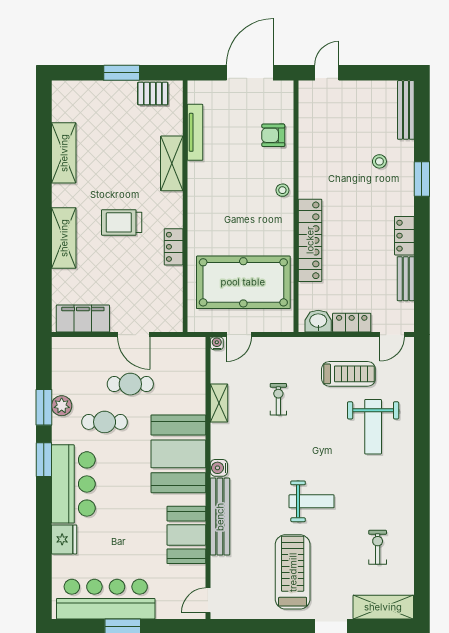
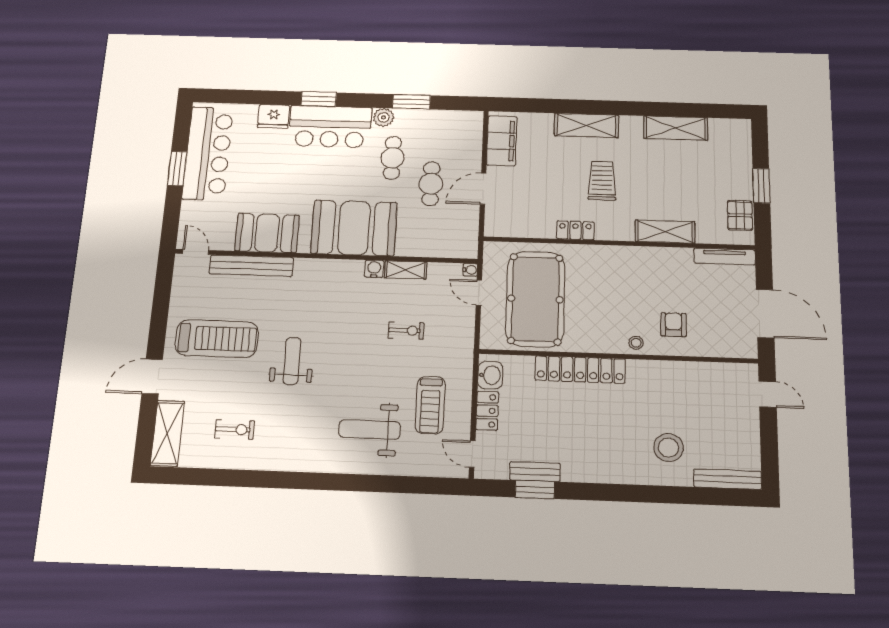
tv unit: (195, 132) -> (725, 257), moved
armchair: (273, 135) -> (674, 325), moved
stool: (379, 161) -> (669, 448), width x1.89, depth x1.89
window: (422, 179) -> (535, 490), moved
locker: (404, 236) -> (584, 472), removed
plant: (62, 406) -> (384, 117), moved
window: (44, 460) -> (319, 99), moved
water cooler: (219, 468) -> (374, 269), moved
weight bench: (312, 501) -> (292, 361), turned 180
bench: (220, 517) -> (251, 266), moved

